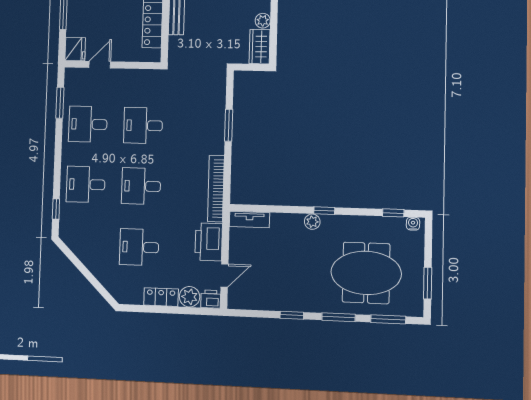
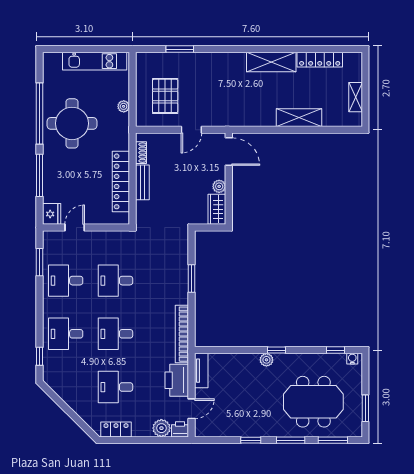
tv unit: (249, 220) -> (201, 371), moved, turned -90
locker: (161, 297) -> (116, 429), moved

